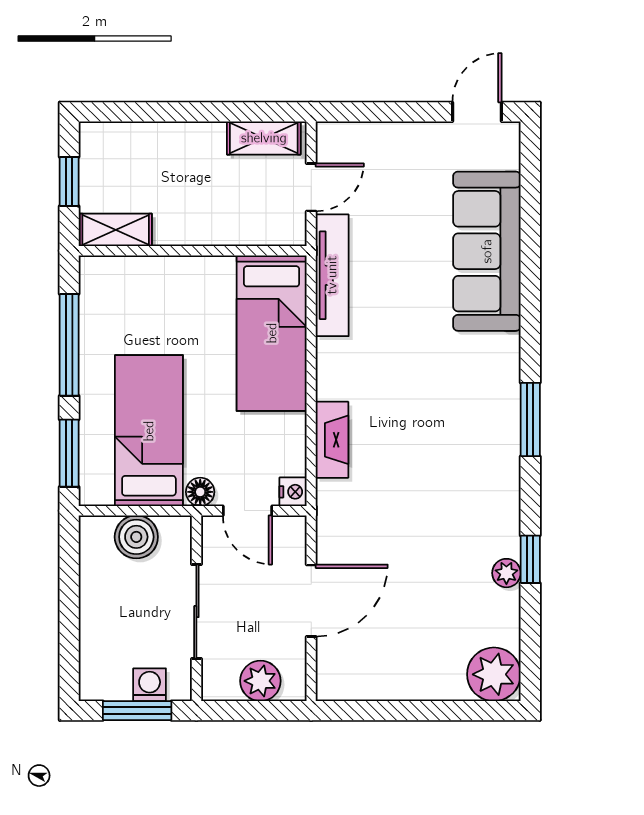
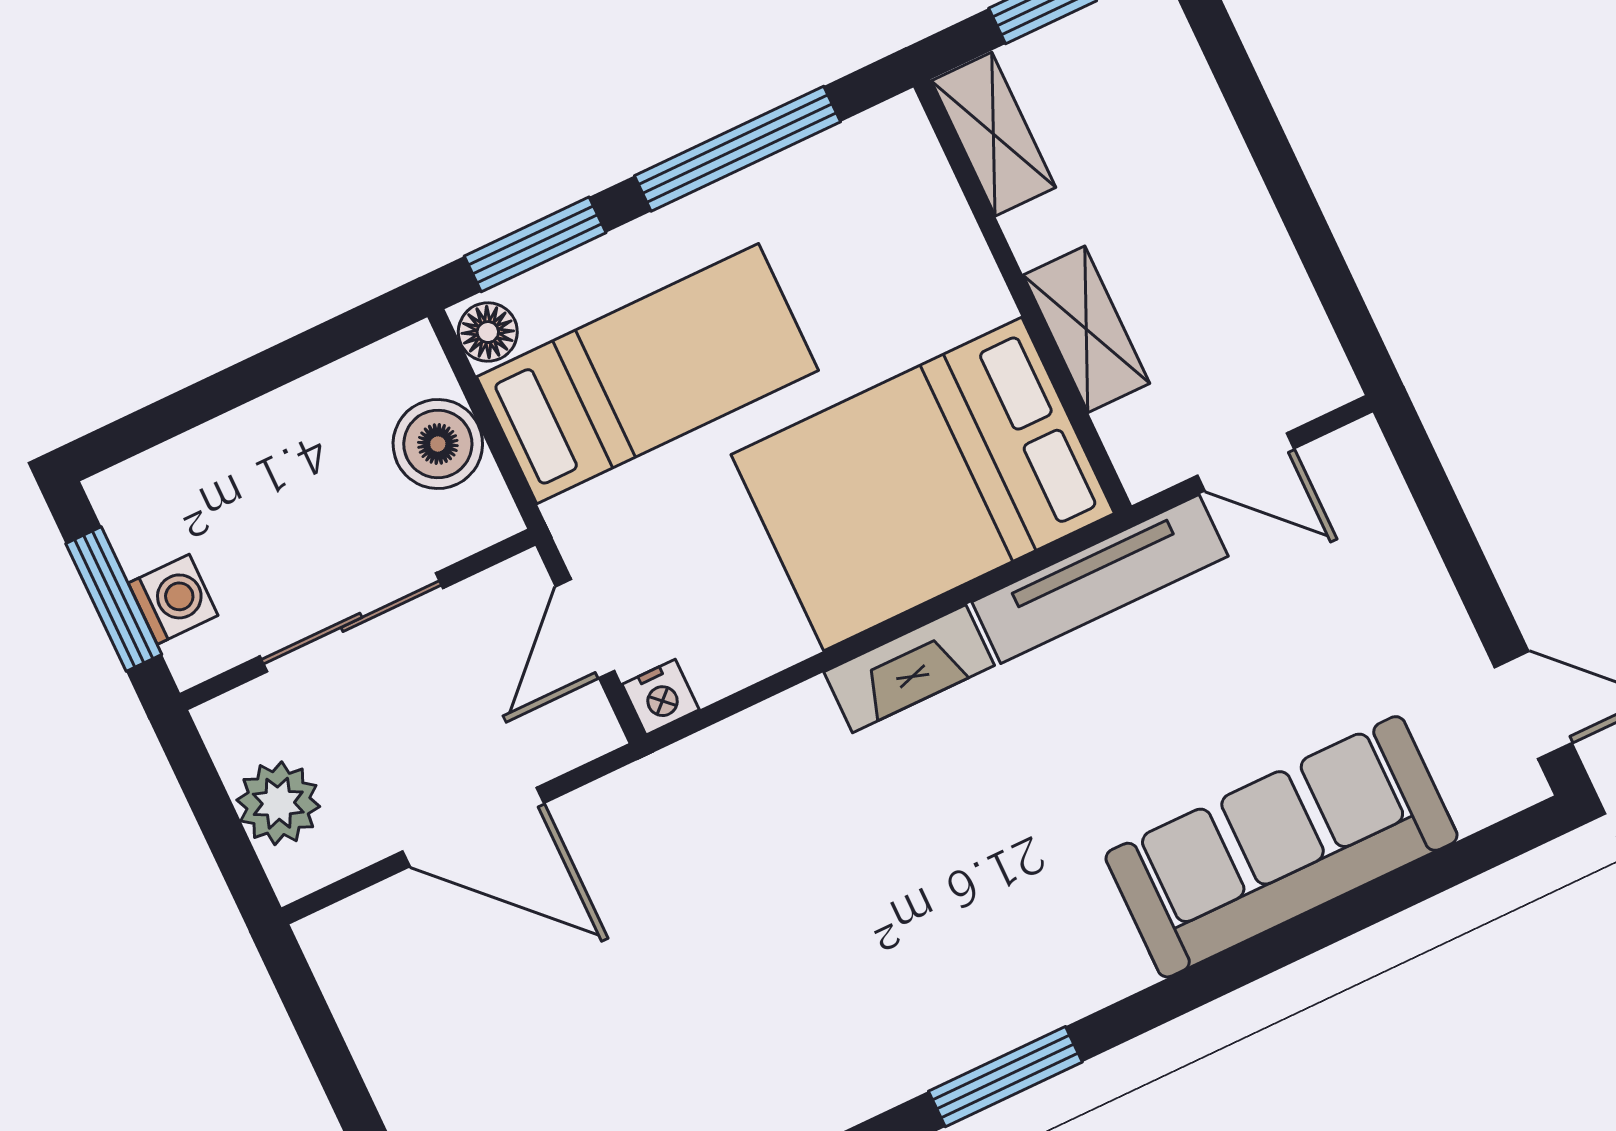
shelving: (264, 138) -> (1086, 329), moved
bed: (272, 333) -> (923, 484), width x1.50
fireplace: (332, 440) -> (909, 669), moved
floor lamp: (200, 492) -> (488, 332), moved

